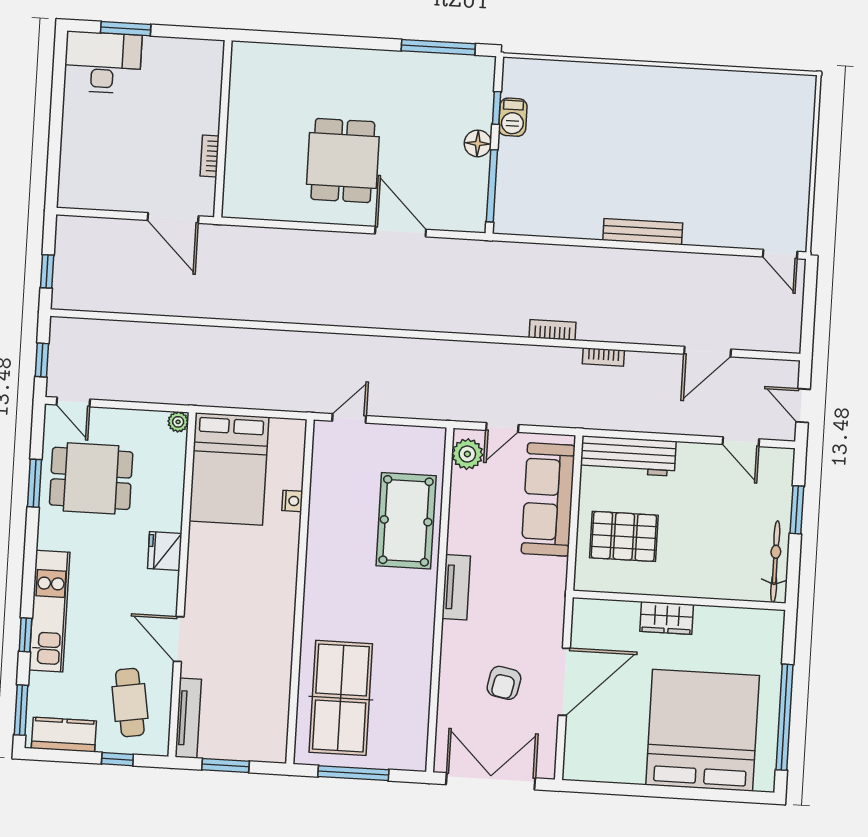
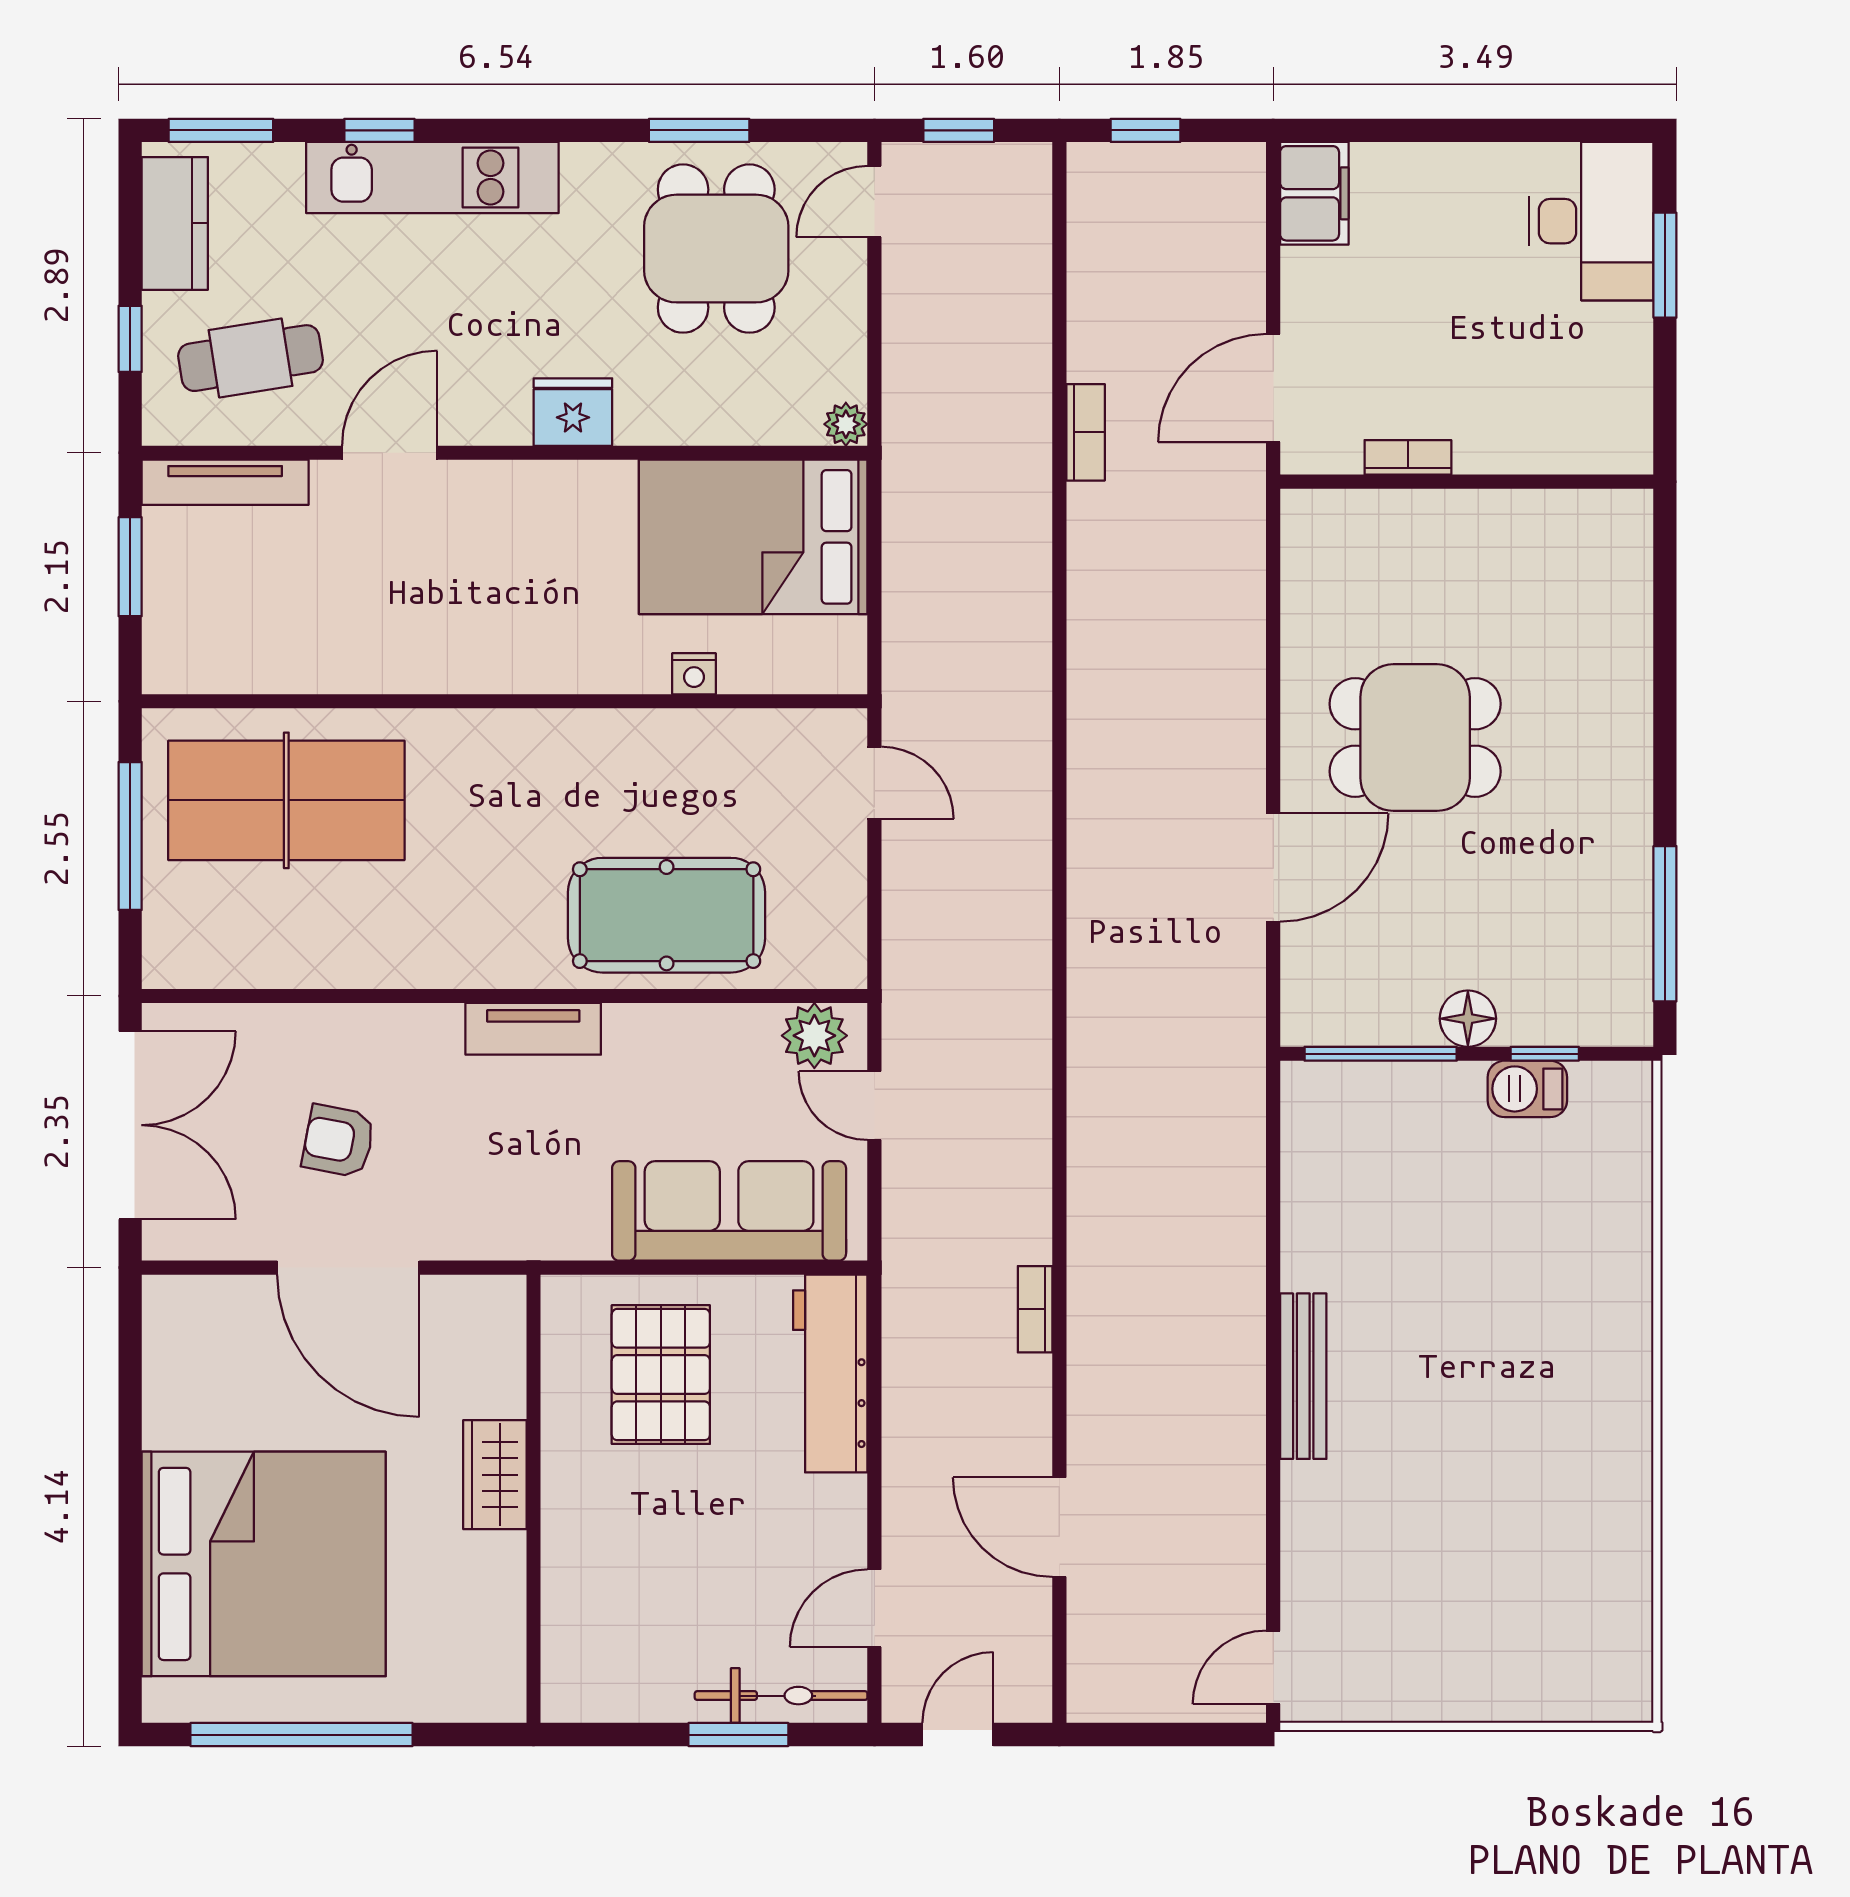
filing cabinet: (82, 193) -> (1314, 193), added
bookcase: (553, 330) -> (1086, 432), moved
bicycle: (775, 562) -> (781, 1696), moved

